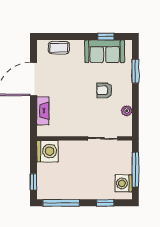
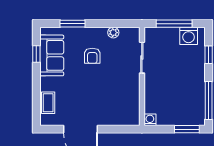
fireplace: (43, 111) -> (113, 119), removed
washing machine: (47, 151) -> (150, 120), width x0.53, depth x0.53
window: (33, 182) -> (187, 129), width x1.50

